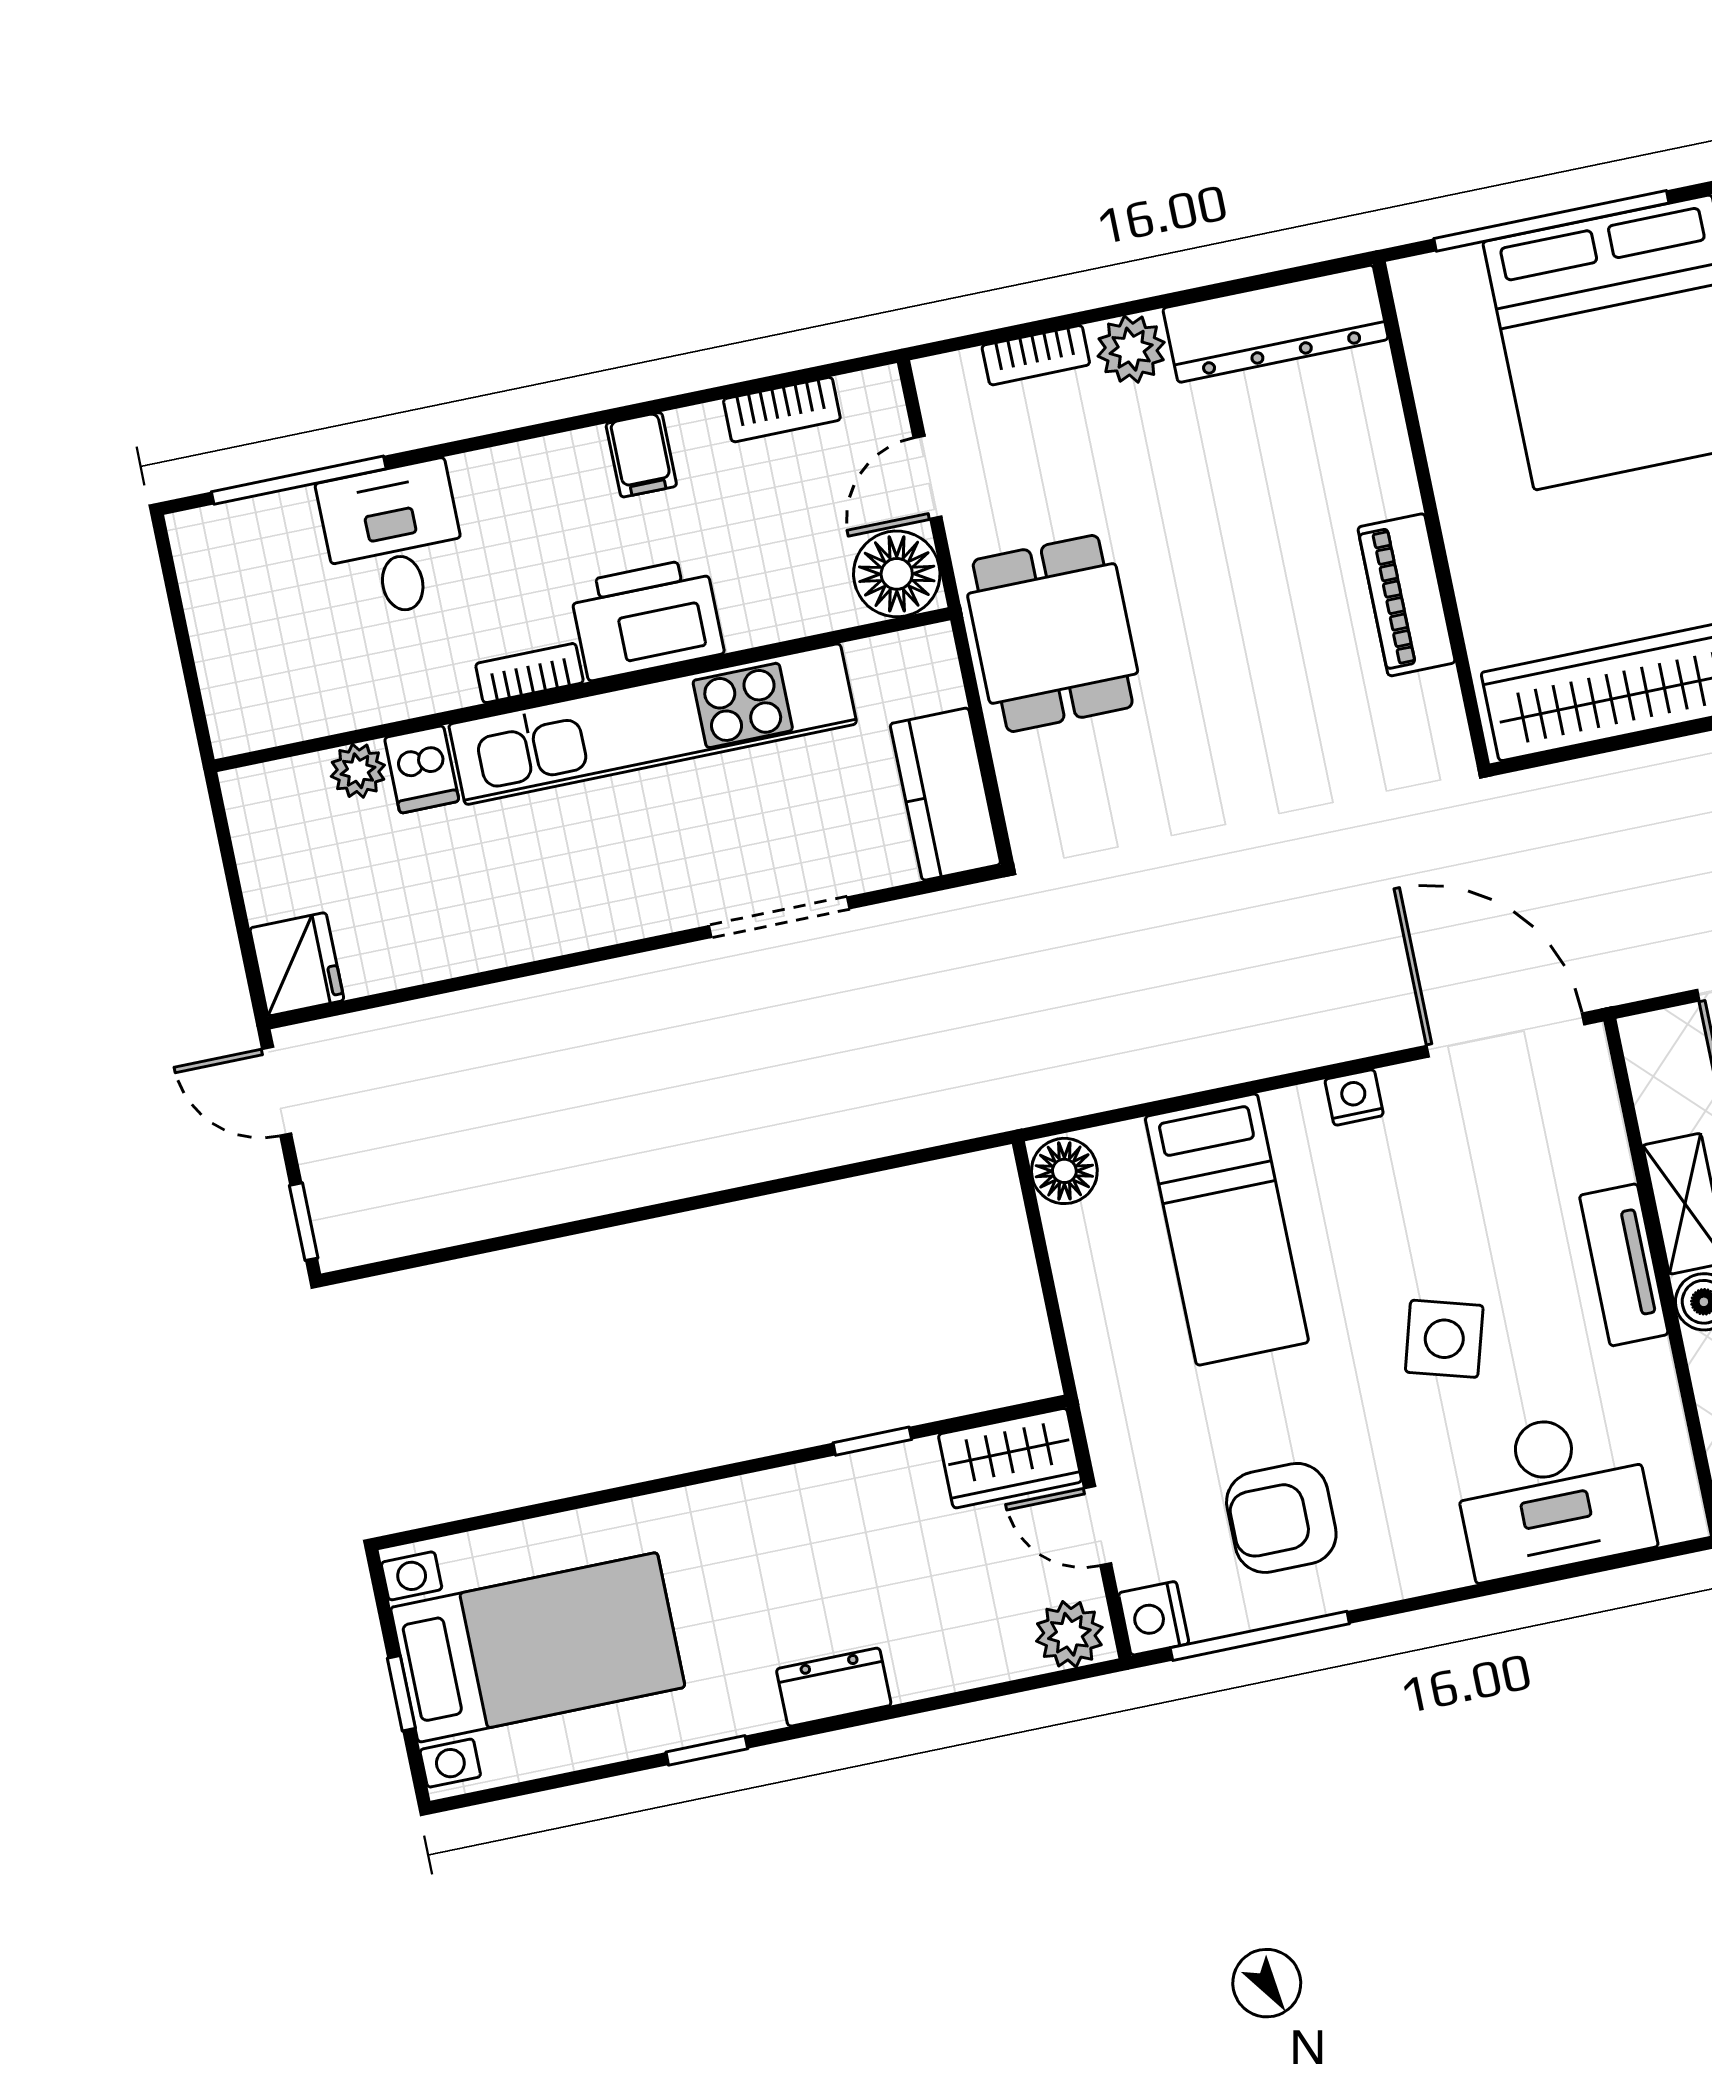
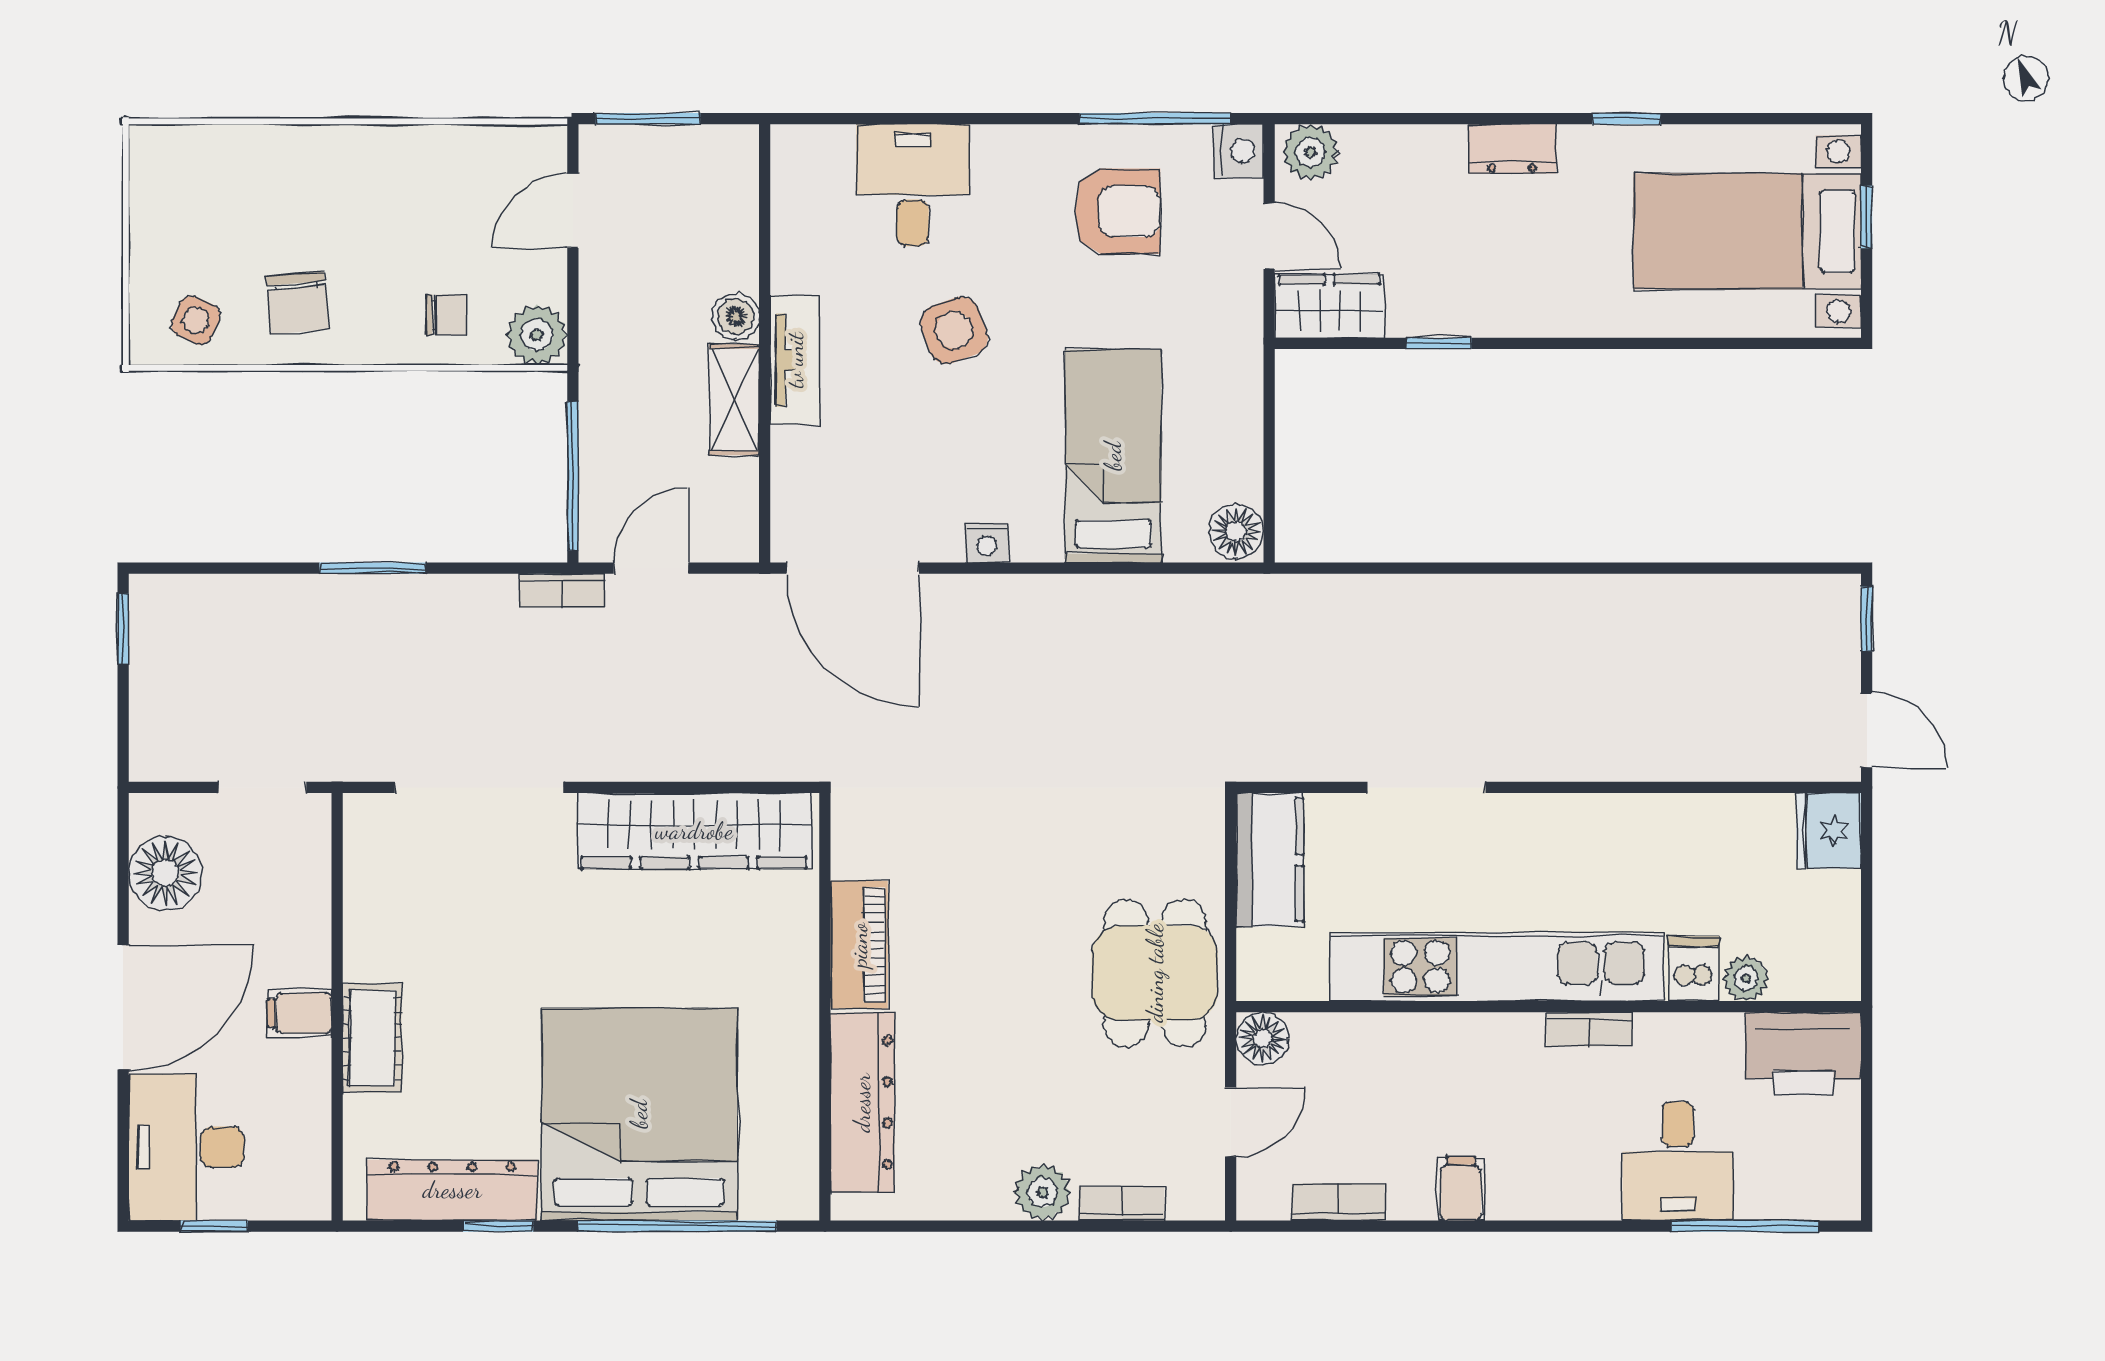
dresser: (1276, 324) -> (862, 1103), moved, turned 90
floor lamp: (897, 574) -> (1262, 1038), width x0.73, depth x0.73
printer: (647, 619) -> (1803, 1054), moved
side table: (1444, 1339) -> (954, 330), turned -36
desk: (1553, 1494) -> (913, 185), width x0.73

